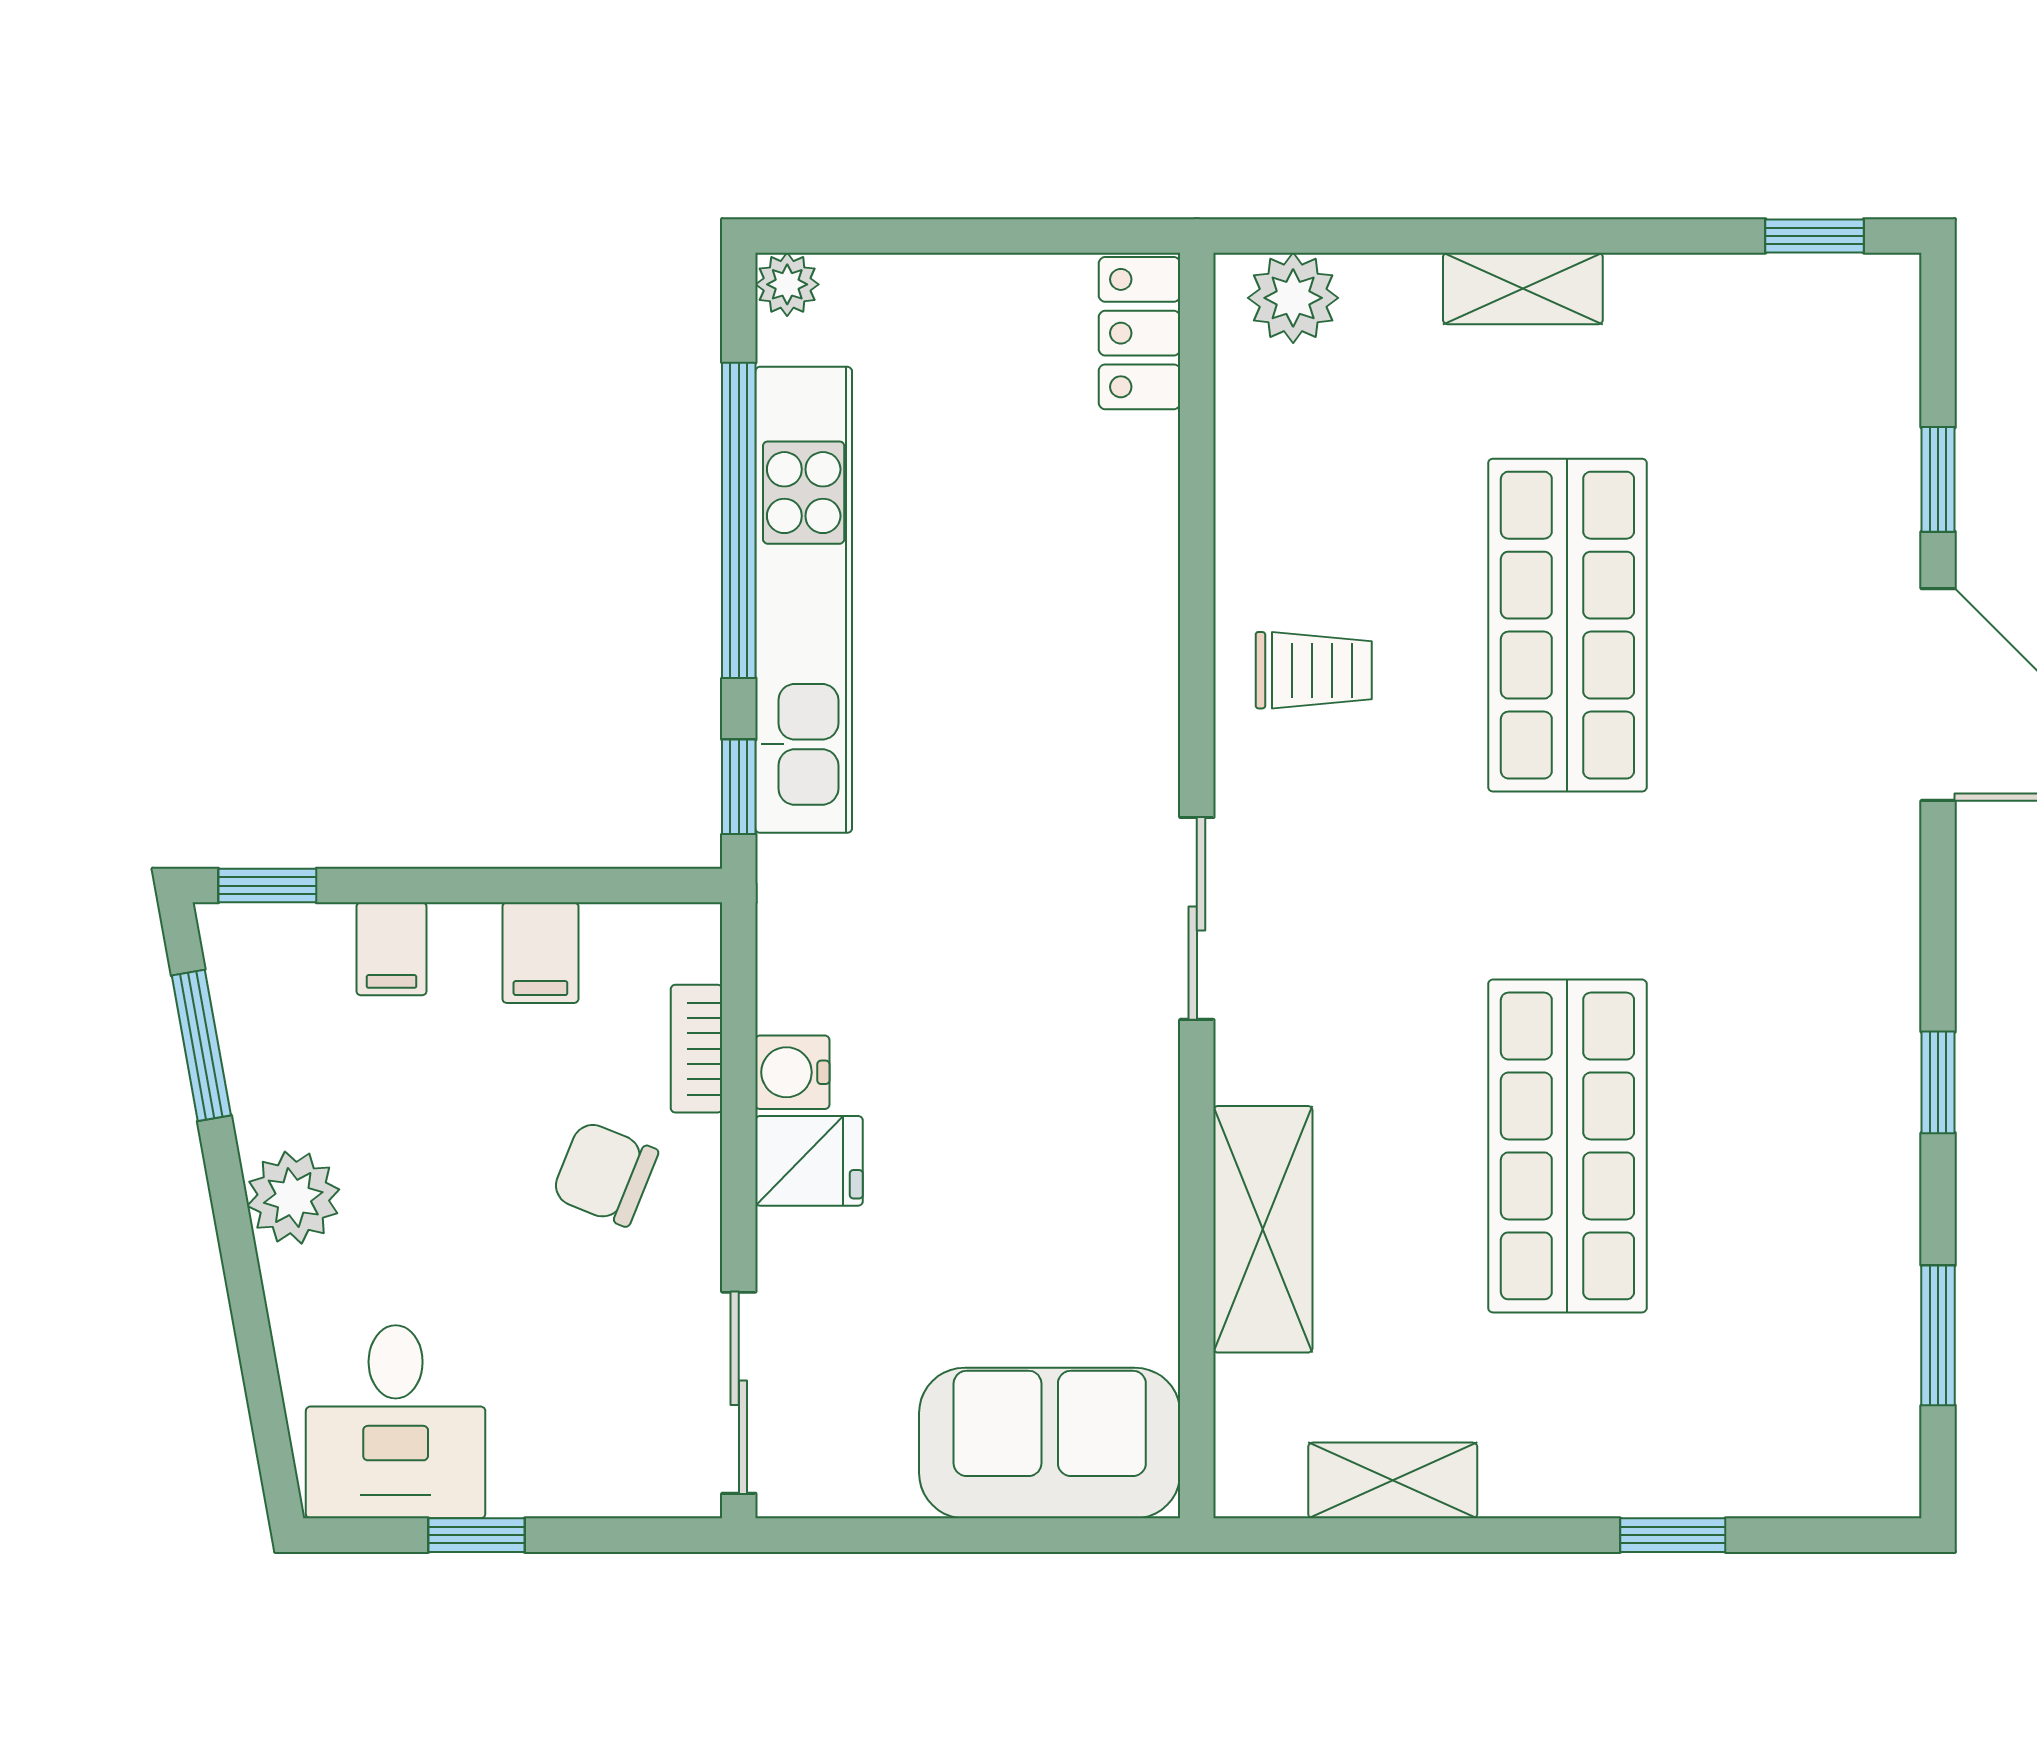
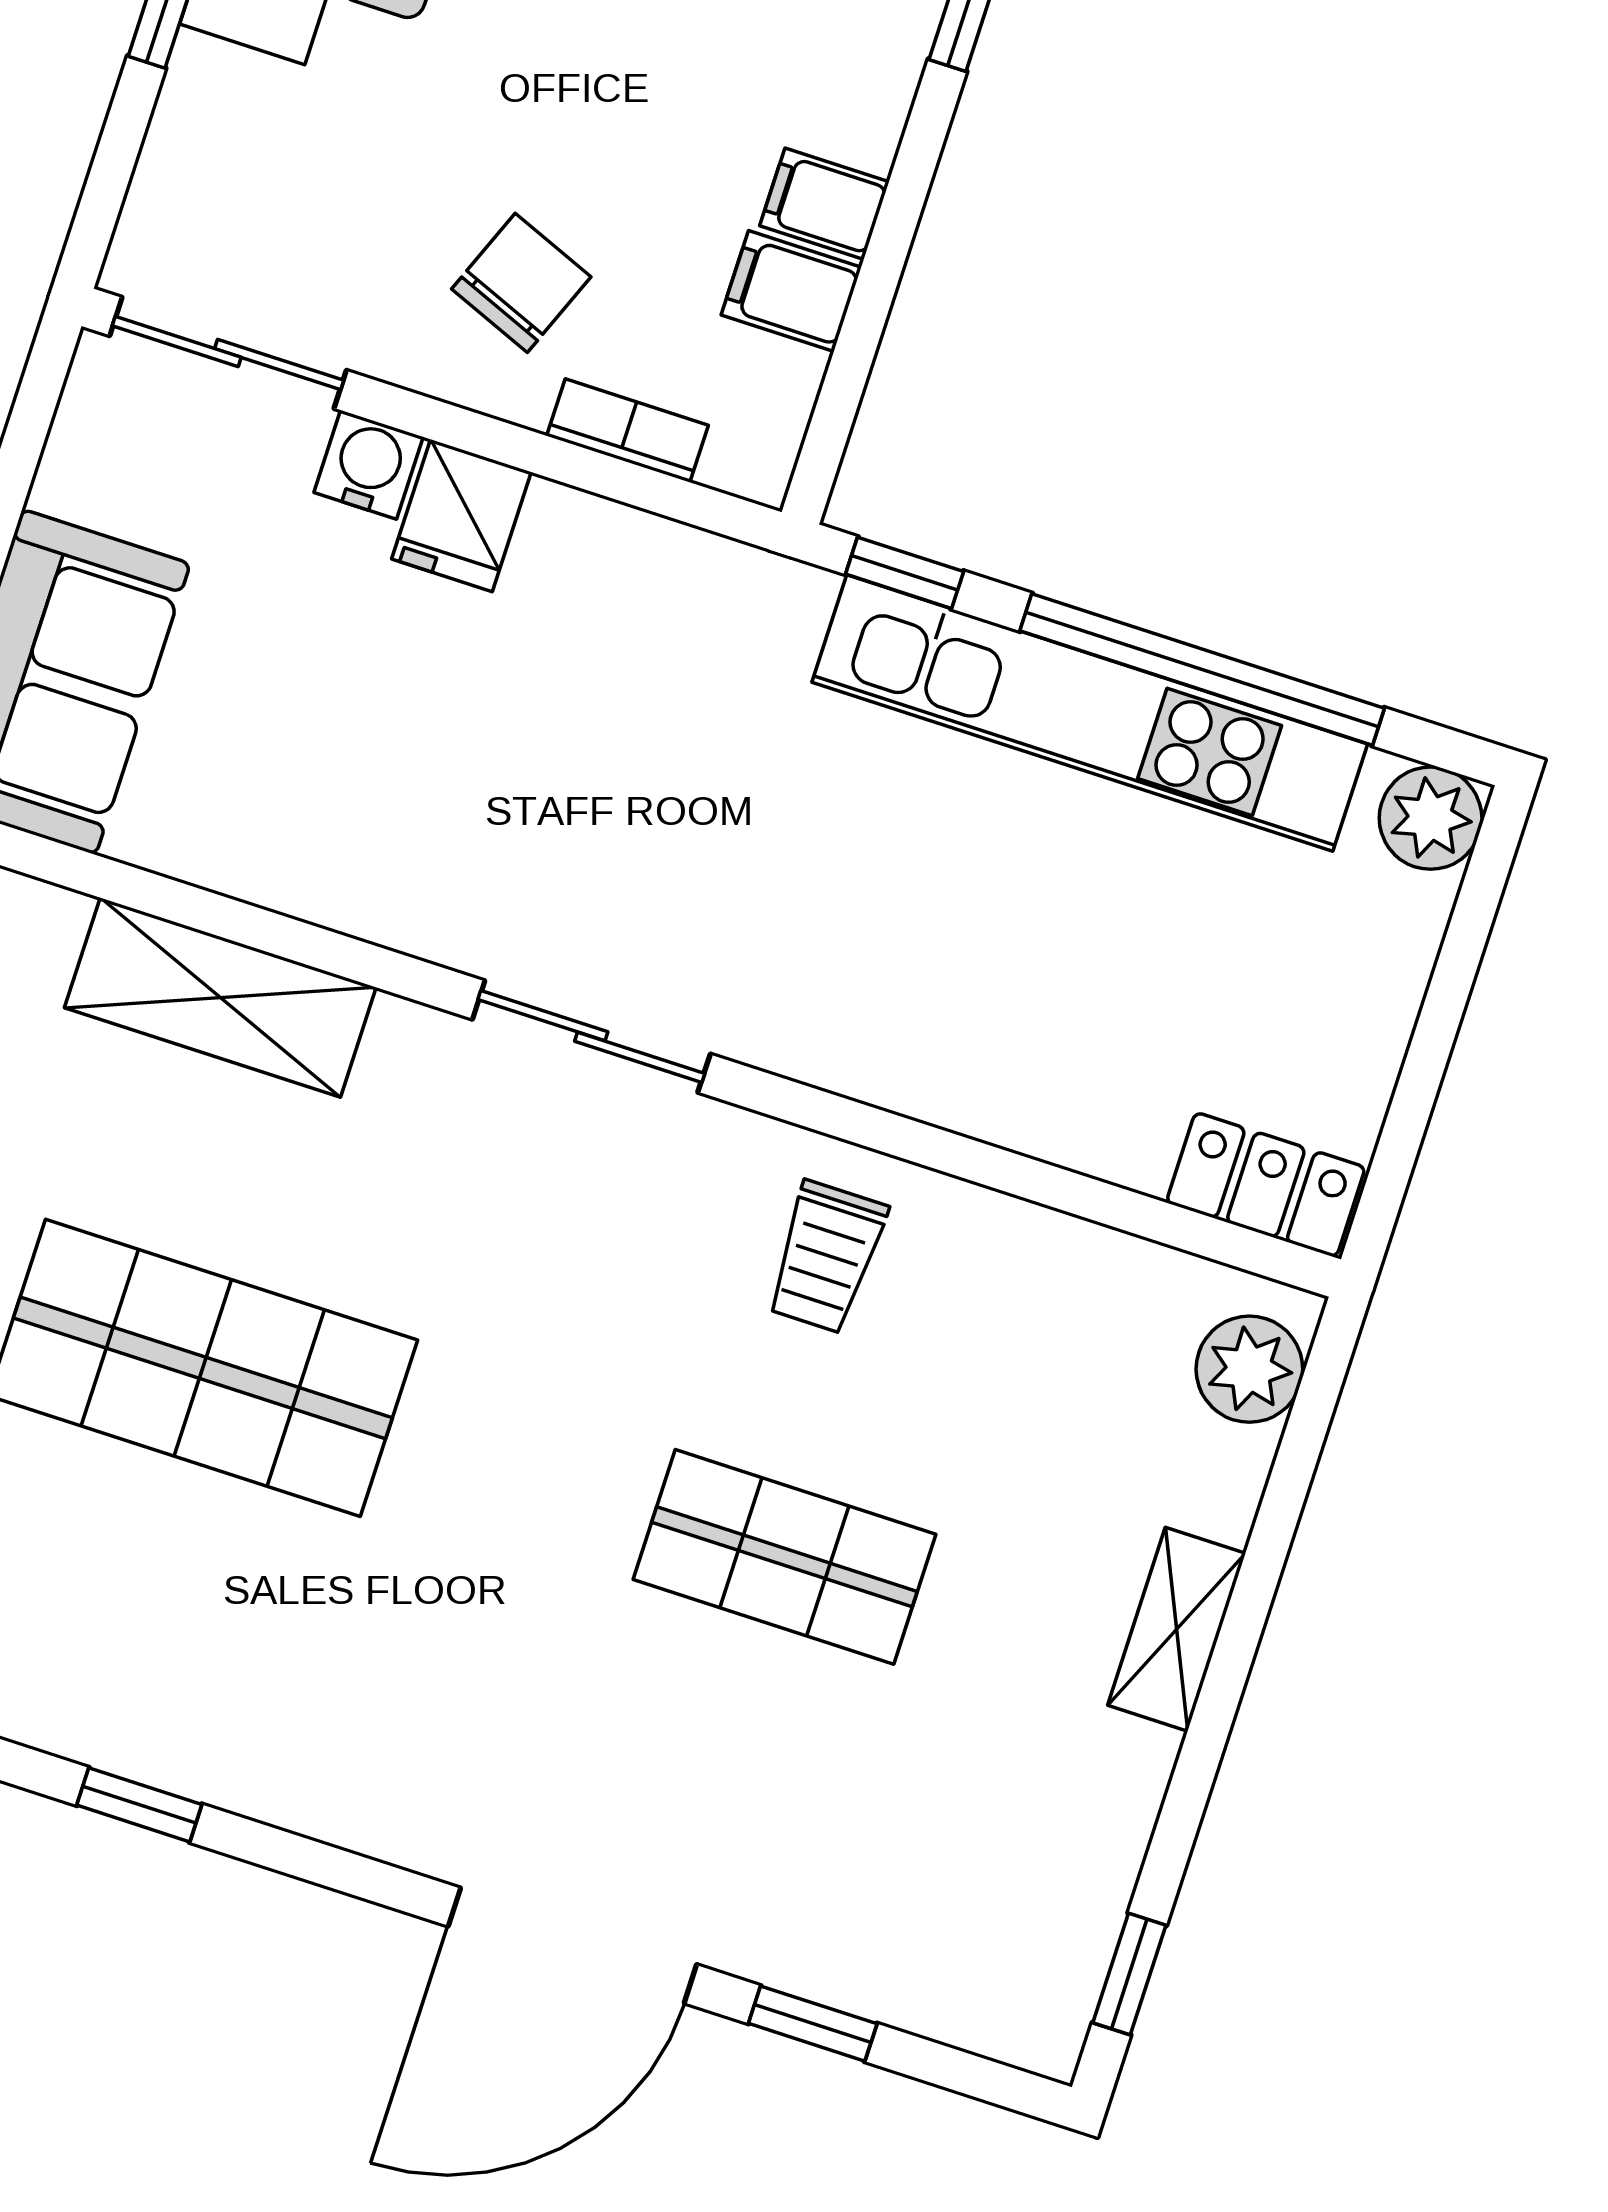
plant: (787, 284) -> (1431, 818), width x1.38, depth x1.38
shop shelf: (1567, 625) -> (784, 1557), width x0.70, depth x0.74
filing cabinet: (392, 949) -> (824, 204), moved
water cooler: (792, 1072) -> (369, 465), moved

